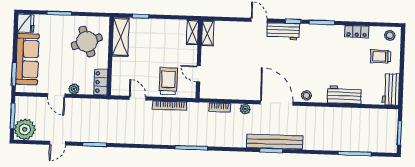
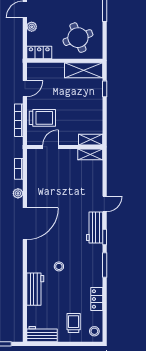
stool: (306, 95) -> (59, 266), moved

